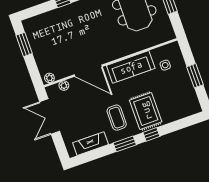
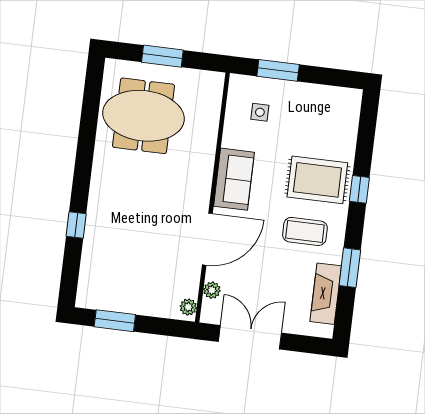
sofa: (131, 67) -> (234, 179), width x0.73
window: (195, 76) -> (278, 70), moved
double door: (50, 116) -> (250, 337), swing flipped
window: (125, 144) -> (350, 268), moved

